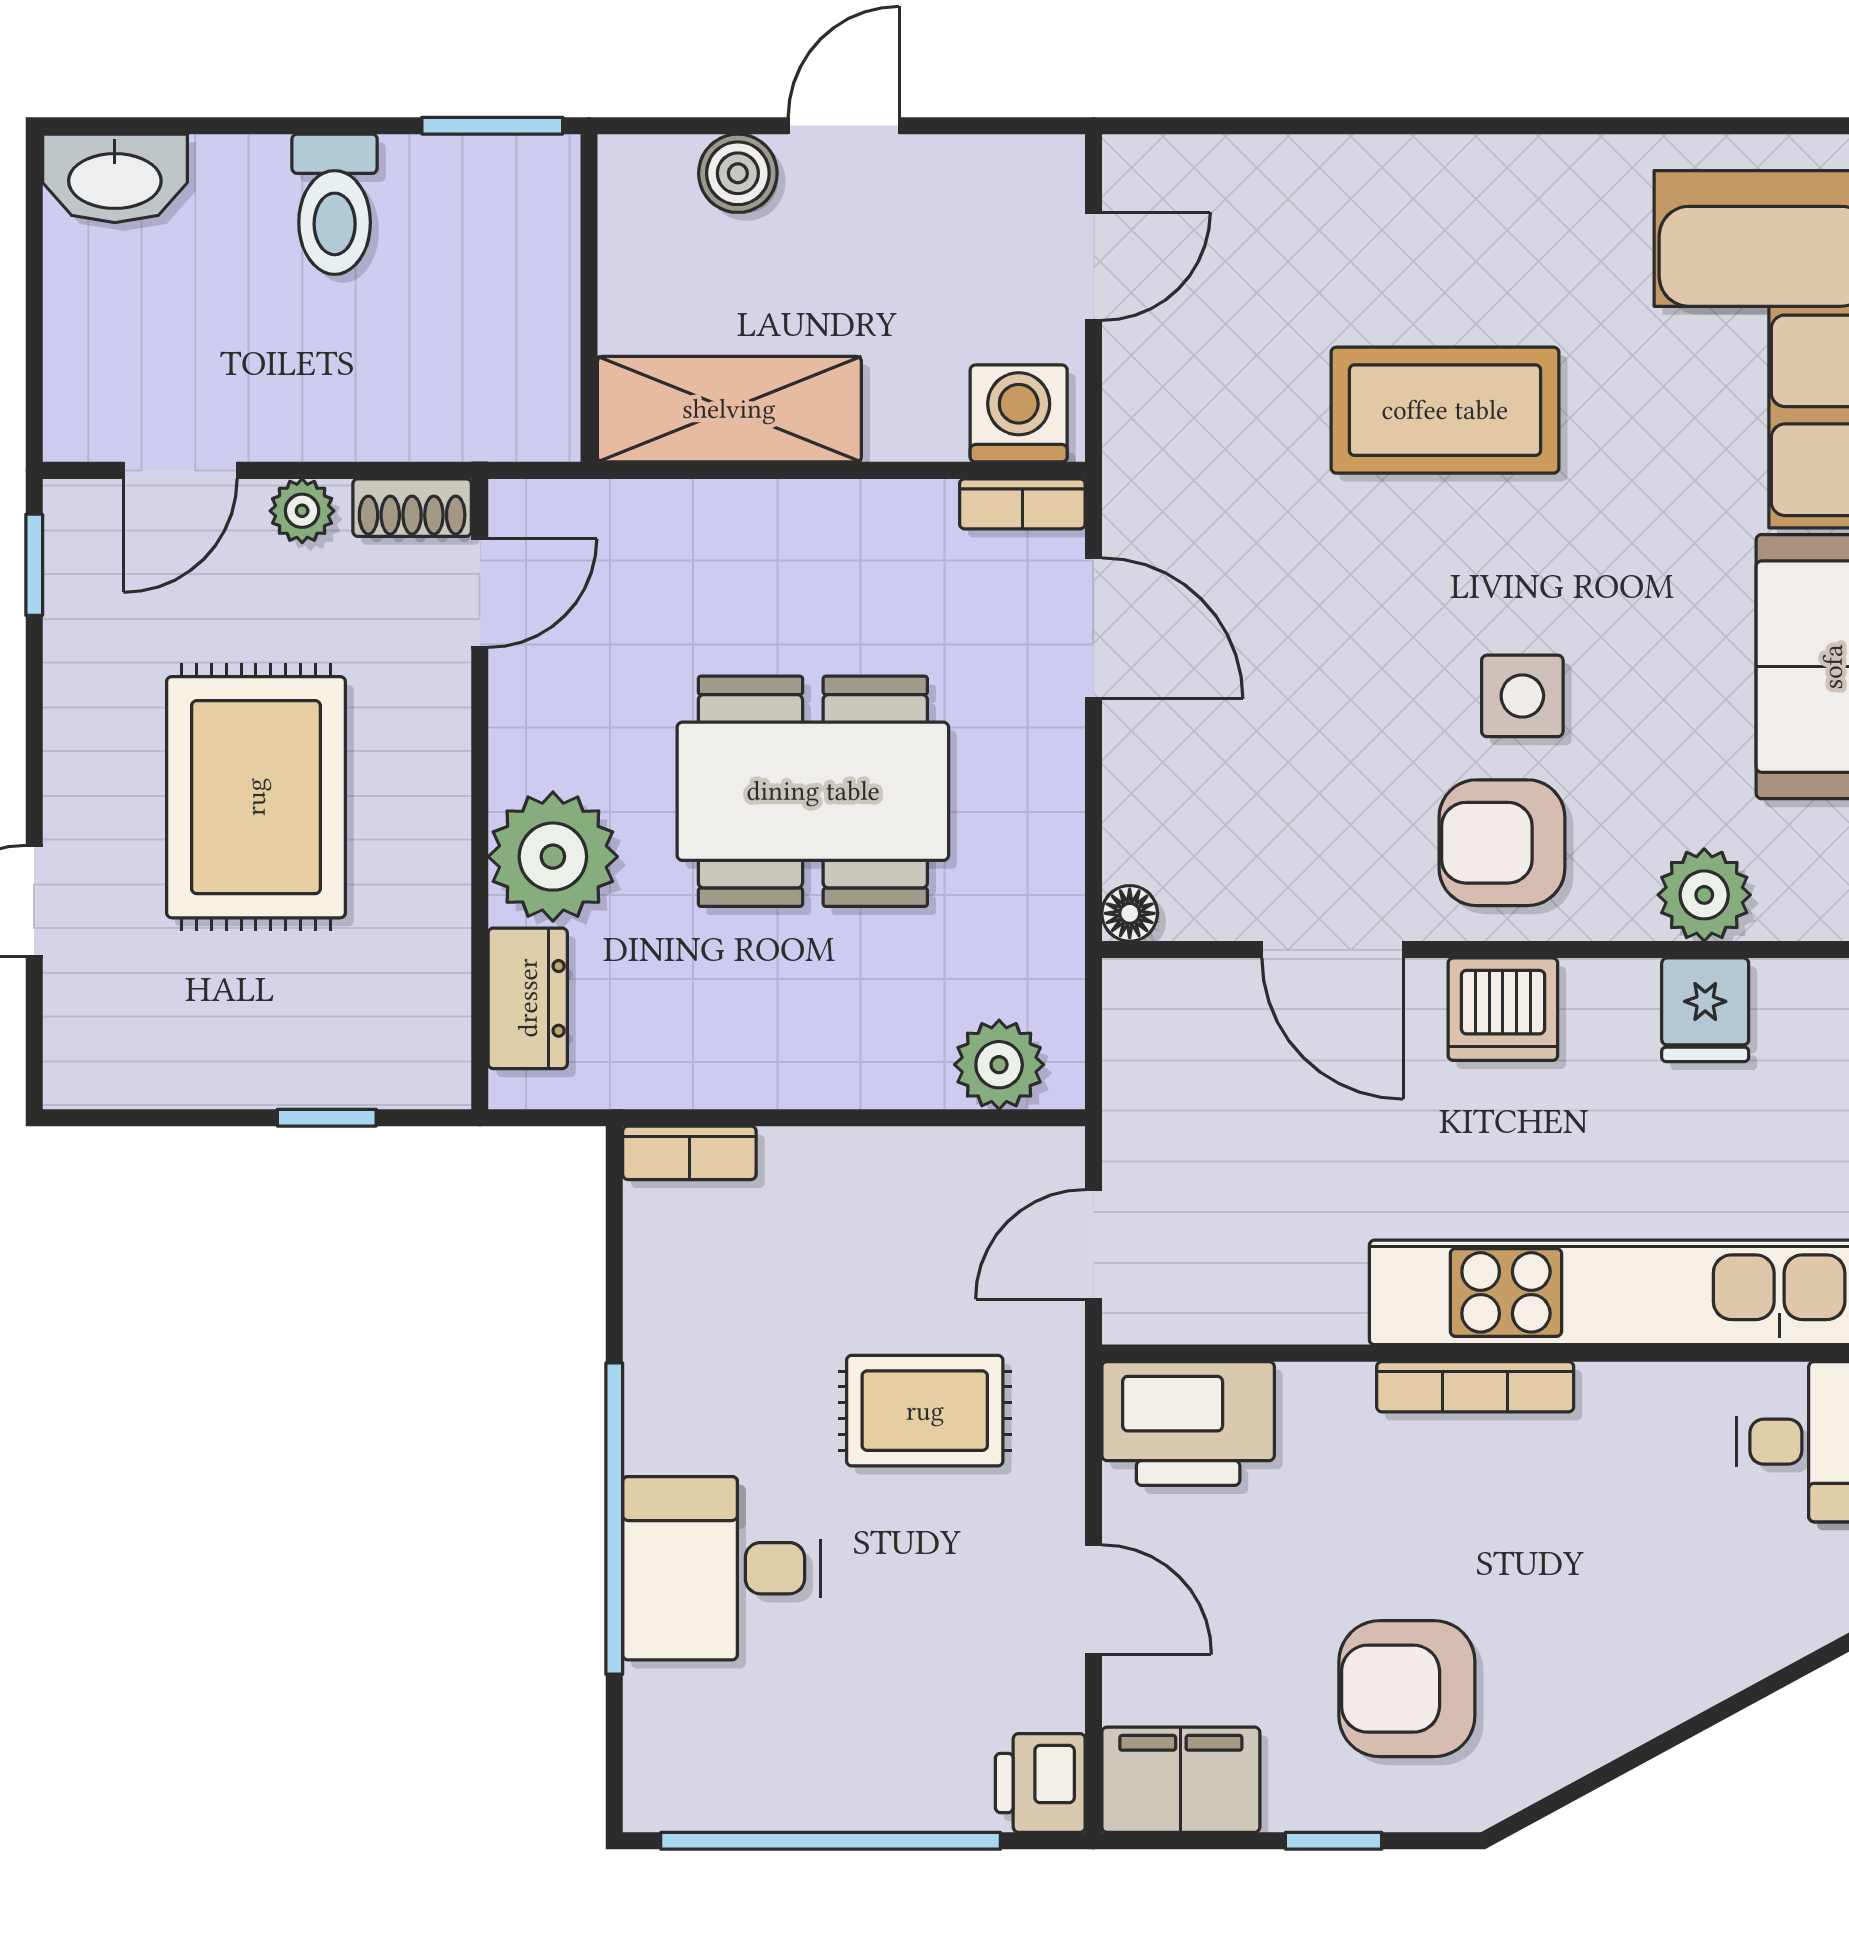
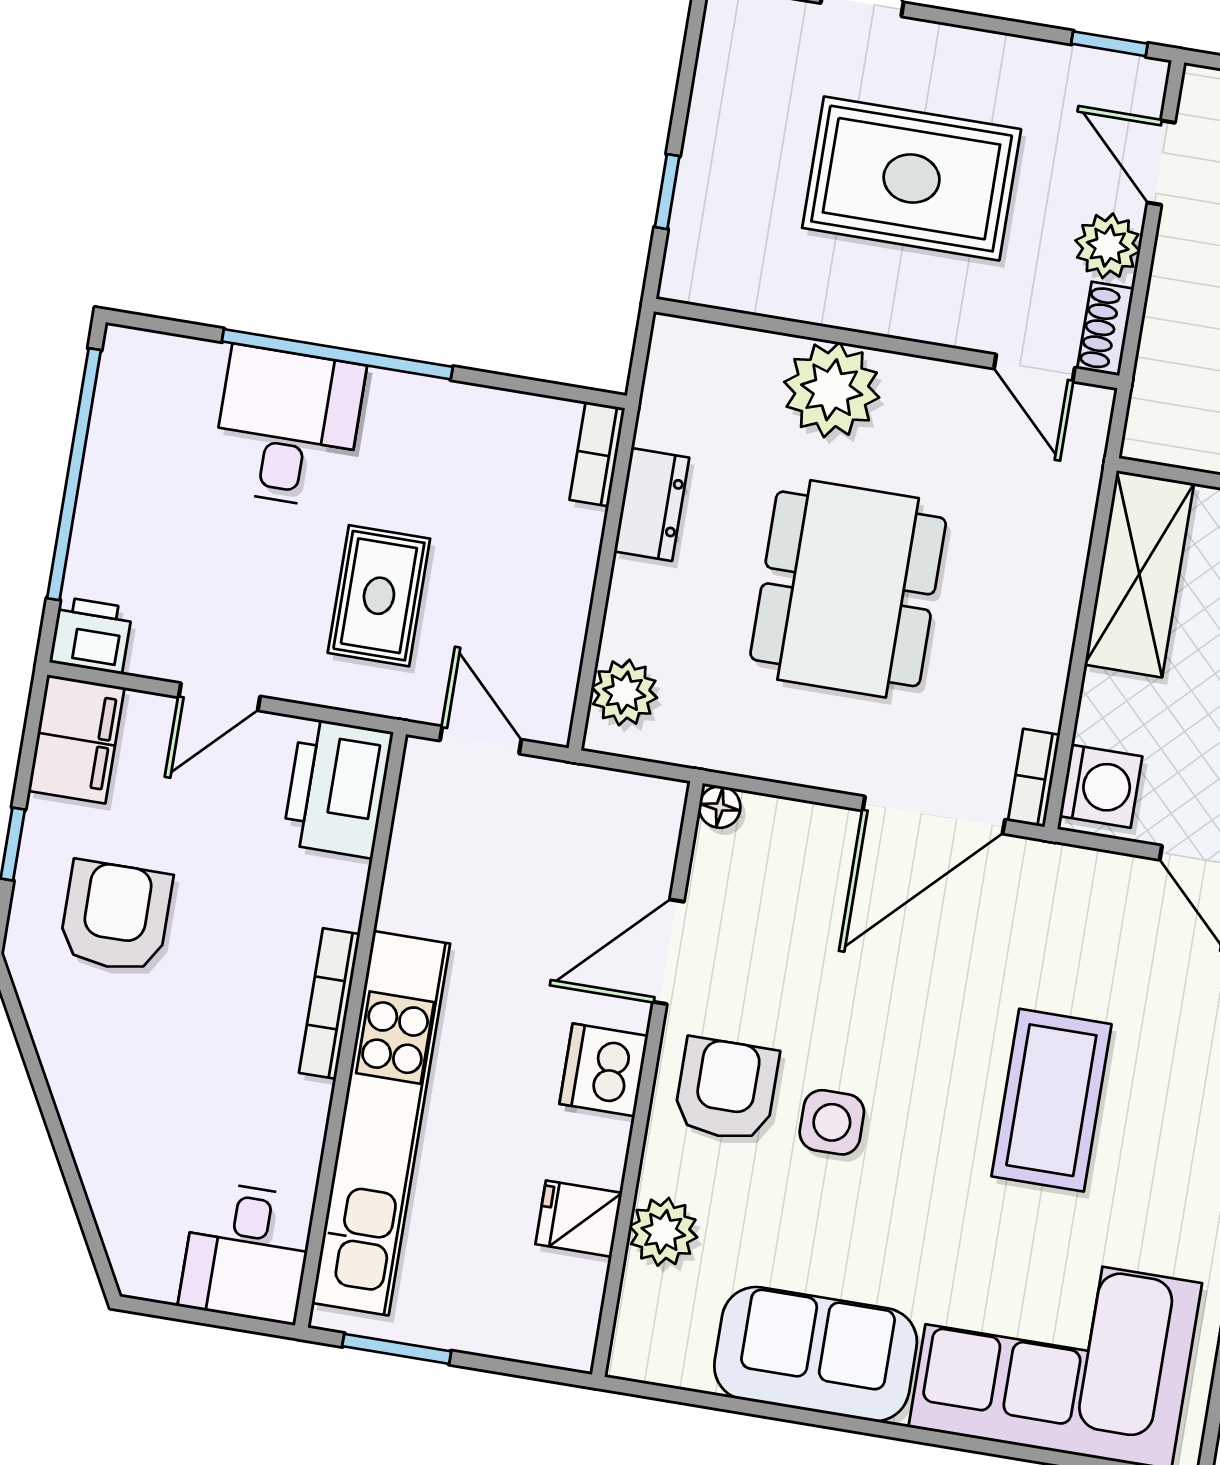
plant: (302, 511) -> (1108, 246), width x1.38, depth x1.38
door: (1093, 628) -> (934, 815), width x1.36
dresser: (528, 998) -> (652, 504), moved, turned -90

